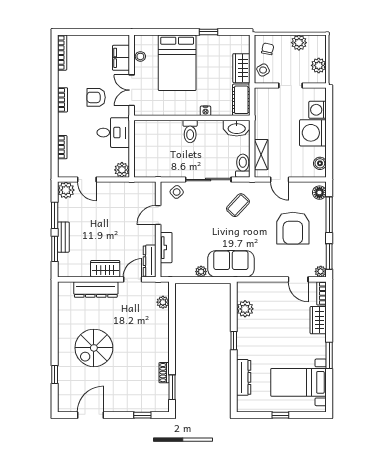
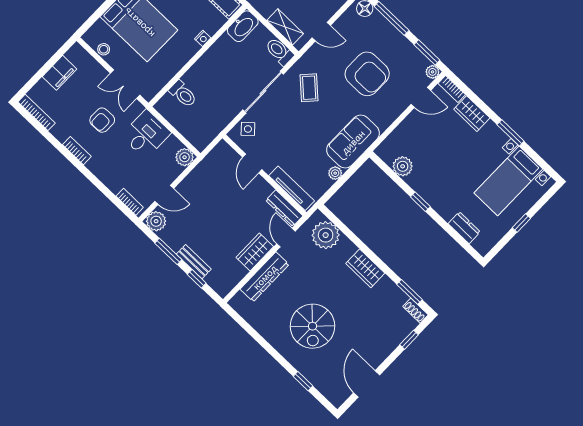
filing cabinet: (121, 58) -> (59, 73), moved, turned -90
toilet: (190, 131) -> (183, 94), moved
bookcase: (62, 147) -> (130, 202), moved
armchair: (293, 228) -> (367, 74), moved
tv unit: (166, 248) -> (292, 188), width x1.41
window: (55, 249) -> (197, 279), width x0.67
plant: (163, 302) -> (326, 235), width x1.87, depth x1.87
wardrobe: (160, 346) -> (365, 268), added
shoe rack: (164, 373) -> (415, 311), moved
dresser: (244, 377) -> (464, 228), width x0.70

